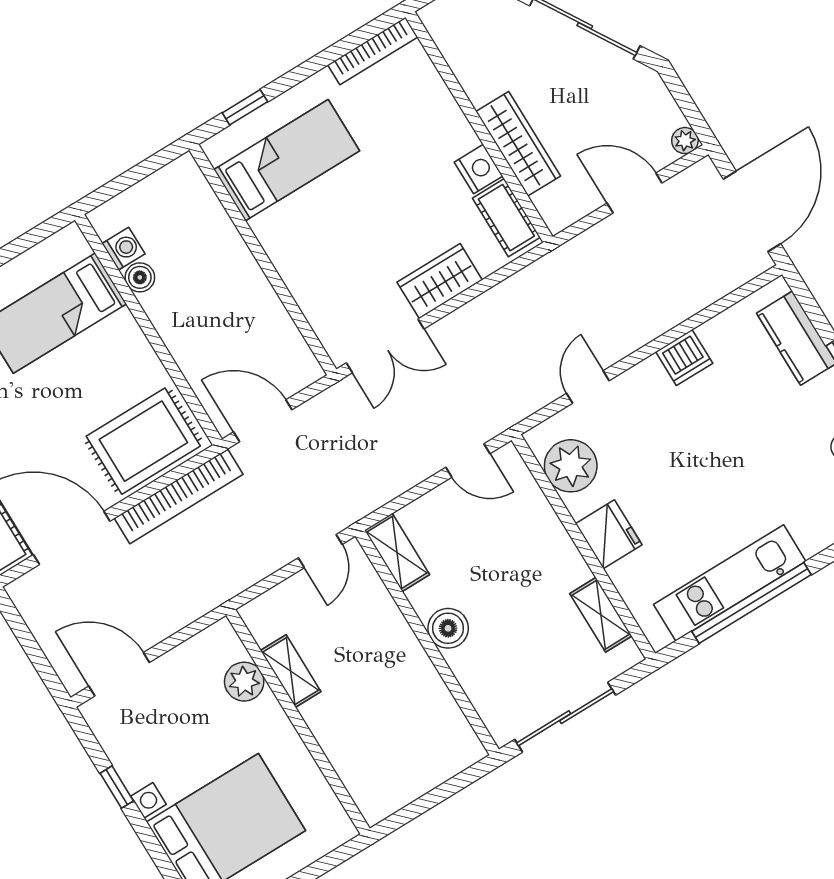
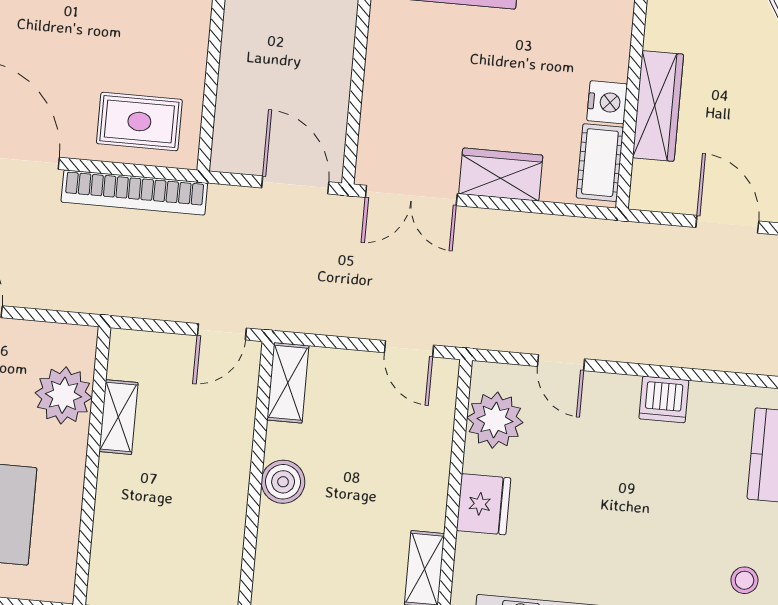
door: (588, 387) -> (561, 363), swing flipped
door: (263, 421) -> (295, 185), moved
rug: (143, 441) -> (139, 122), width x0.73, depth x0.70
plant: (244, 682) -> (64, 395), width x1.36, depth x1.36

